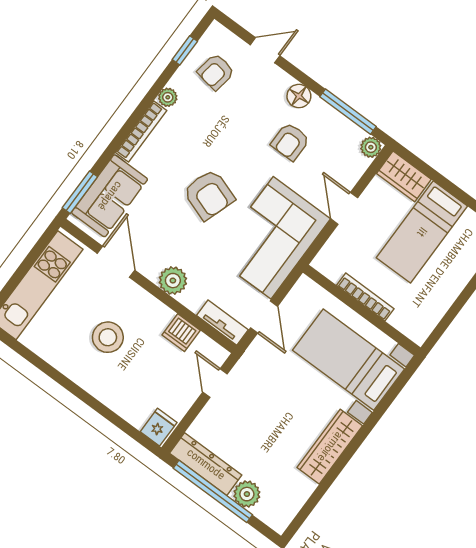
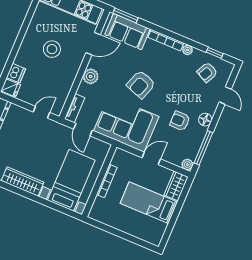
armchair: (216, 72) -> (207, 72), turned -72
door: (264, 317) -> (83, 130), hinge flipped
dishwasher: (181, 333) -> (16, 73), moved, turned 180

